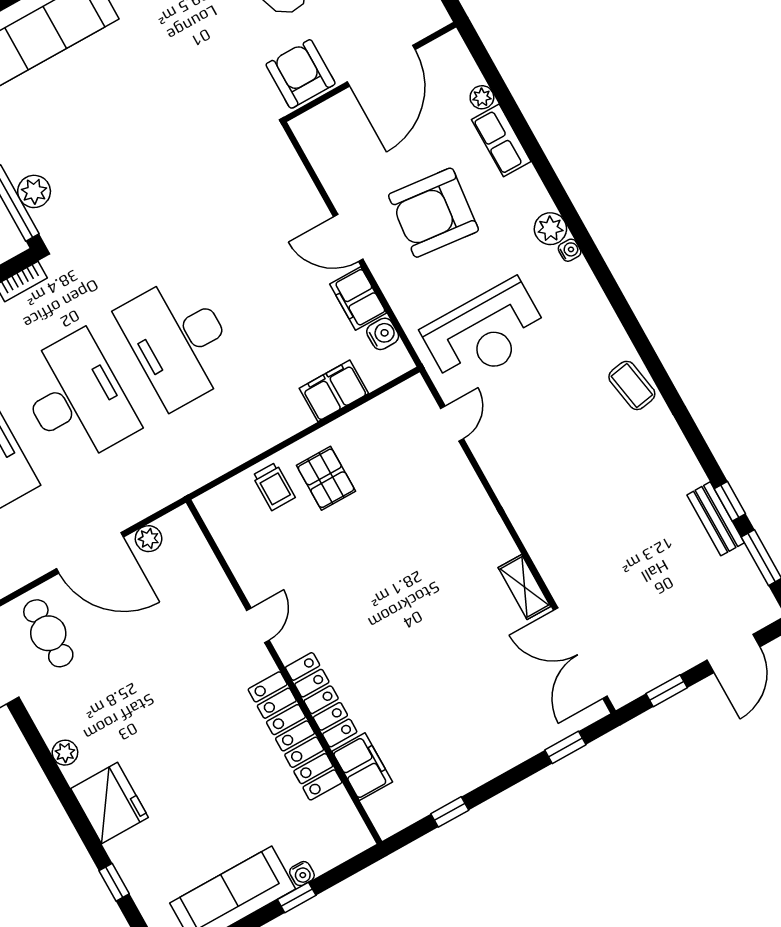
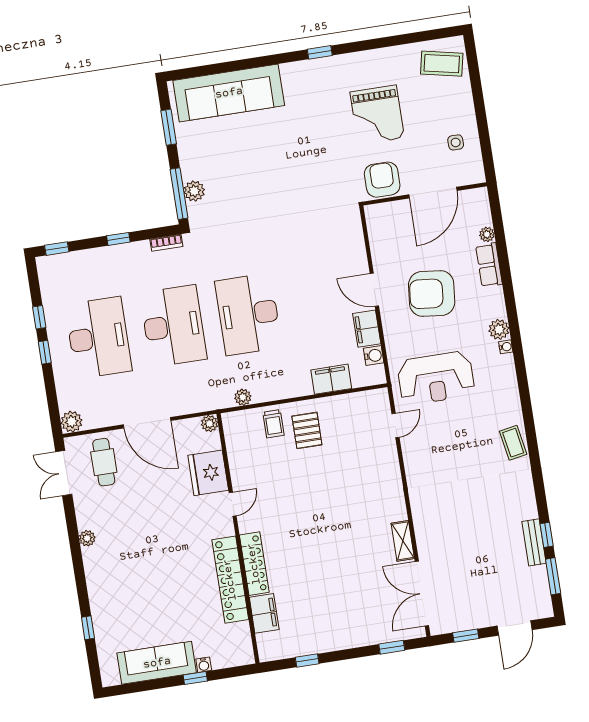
plant: (215, 465) -> (243, 397), added
plant: (149, 539) -> (209, 424), moved
fridge: (110, 803) -> (208, 473), moved, turned 180

